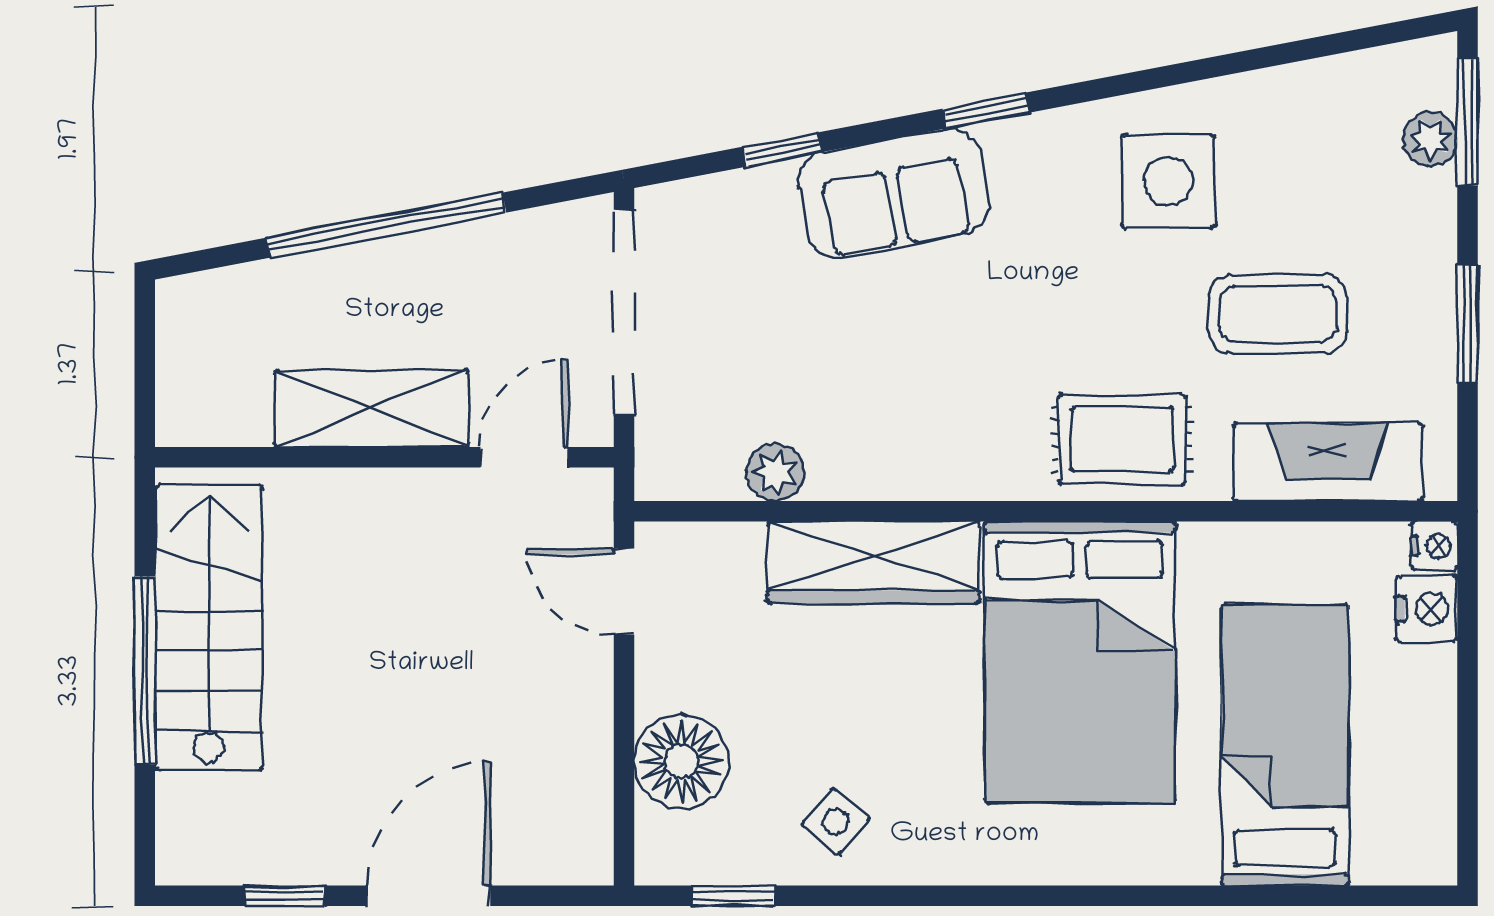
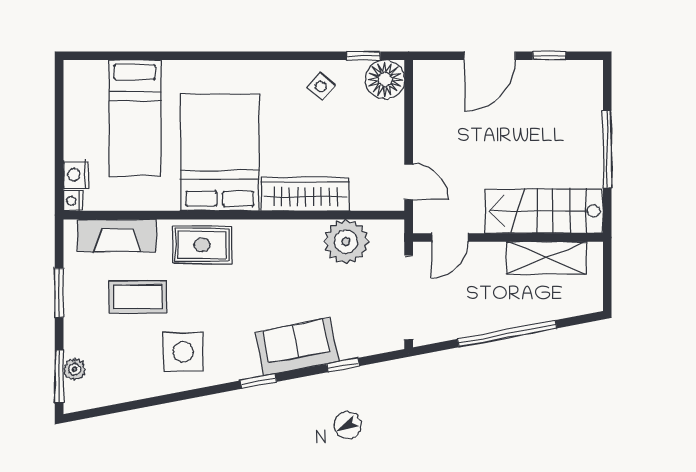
shelving: (371, 408) -> (547, 258), moved
plant: (775, 472) -> (346, 242), width x1.88, depth x1.88
stairs: (209, 628) -> (544, 211), moved, turned 90
floor lamp: (681, 761) -> (385, 79), moved

